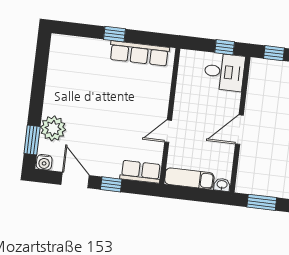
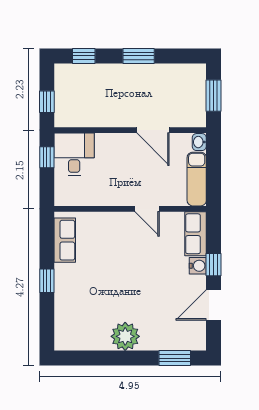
row of seats: (139, 53) -> (65, 240), width x0.68
plant: (53, 128) -> (125, 336), moved
door: (239, 130) -> (153, 130), moved
water cooler: (44, 162) -> (198, 266), moved

